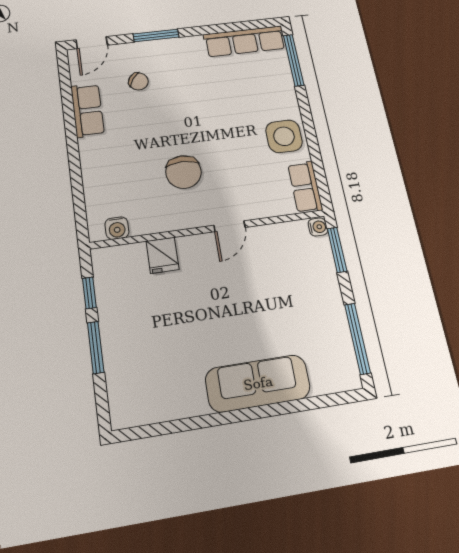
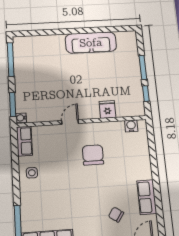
side table: (284, 136) -> (32, 173), width x0.54, depth x0.54
sofa: (258, 383) -> (91, 43), moved

